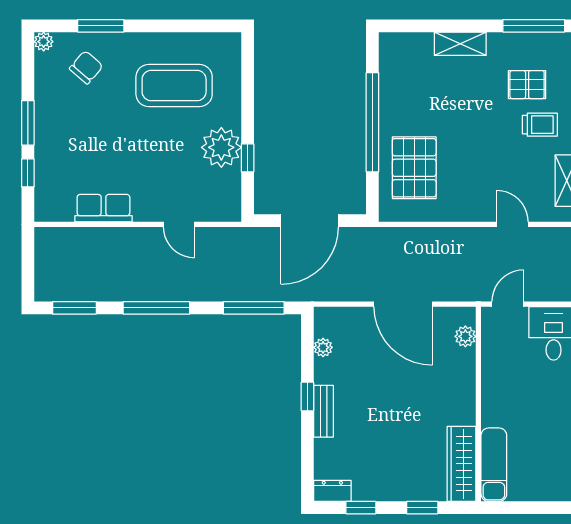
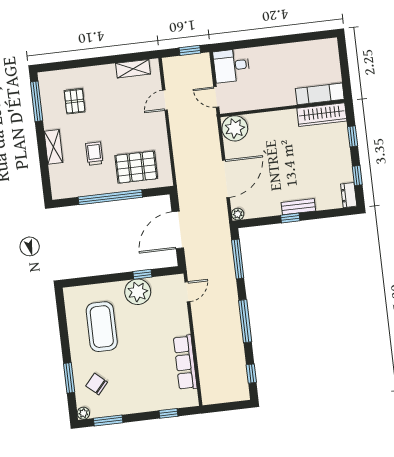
window: (28, 123) -> (108, 420), moved
trolley: (540, 125) -> (94, 154), moved
row of seats: (103, 208) -> (185, 362), width x1.48
door: (310, 221) -> (178, 230), swing flipped
door: (179, 224) -> (187, 292), moved
door: (403, 304) -> (226, 179), moved
window: (74, 308) -> (251, 374), width x0.67
plant: (465, 336) -> (235, 128), width x1.88, depth x1.88
plant: (323, 347) -> (238, 214), moved

